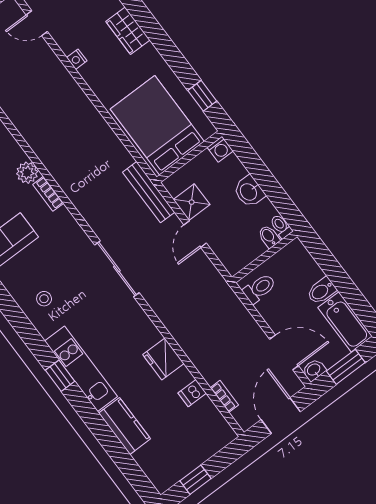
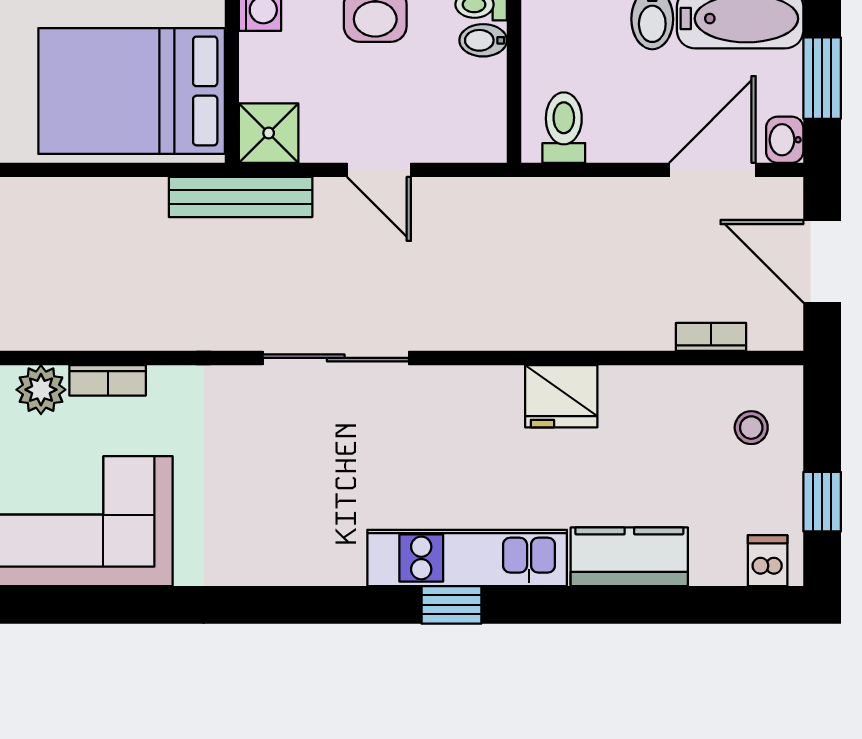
shower: (192, 202) -> (269, 133), moved
stool: (44, 299) -> (751, 428), moved
dishwasher: (192, 393) -> (768, 561), moved, turned 180

